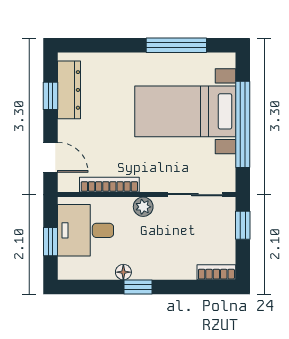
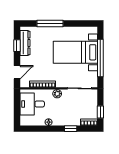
window: (176, 45) -> (50, 24), moved
door: (51, 157) -> (17, 72), hinge flipped
window: (243, 225) -> (100, 112), moved
window: (51, 242) -> (17, 109), removed
window: (138, 287) -> (71, 129), moved

